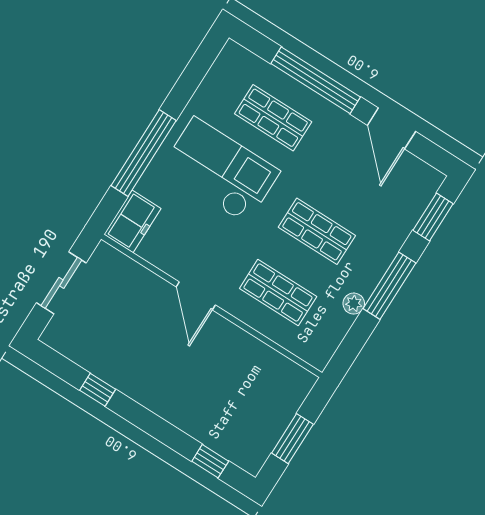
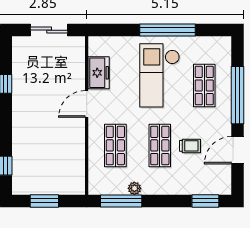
window: (144, 153) -> (168, 30), moved
checkout: (220, 170) -> (160, 75), turned 180
trolley: (344, 190) -> (190, 146), added
freezer: (132, 221) -> (99, 73), moved, turned -90
window: (389, 286) -> (121, 201), moved

